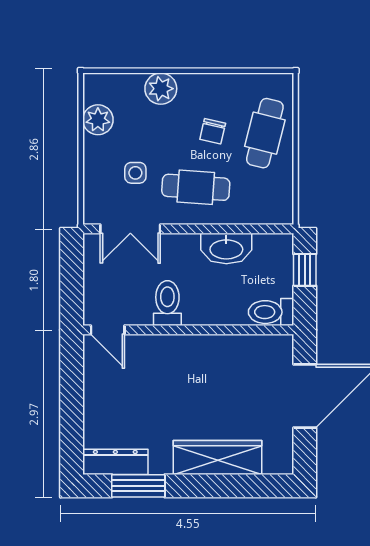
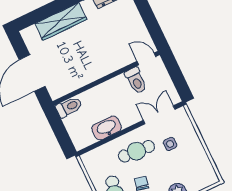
plant: (98, 120) -> (201, 161), removed
window: (305, 270) -> (62, 136), removed
toilet: (167, 303) -> (136, 80), moved

